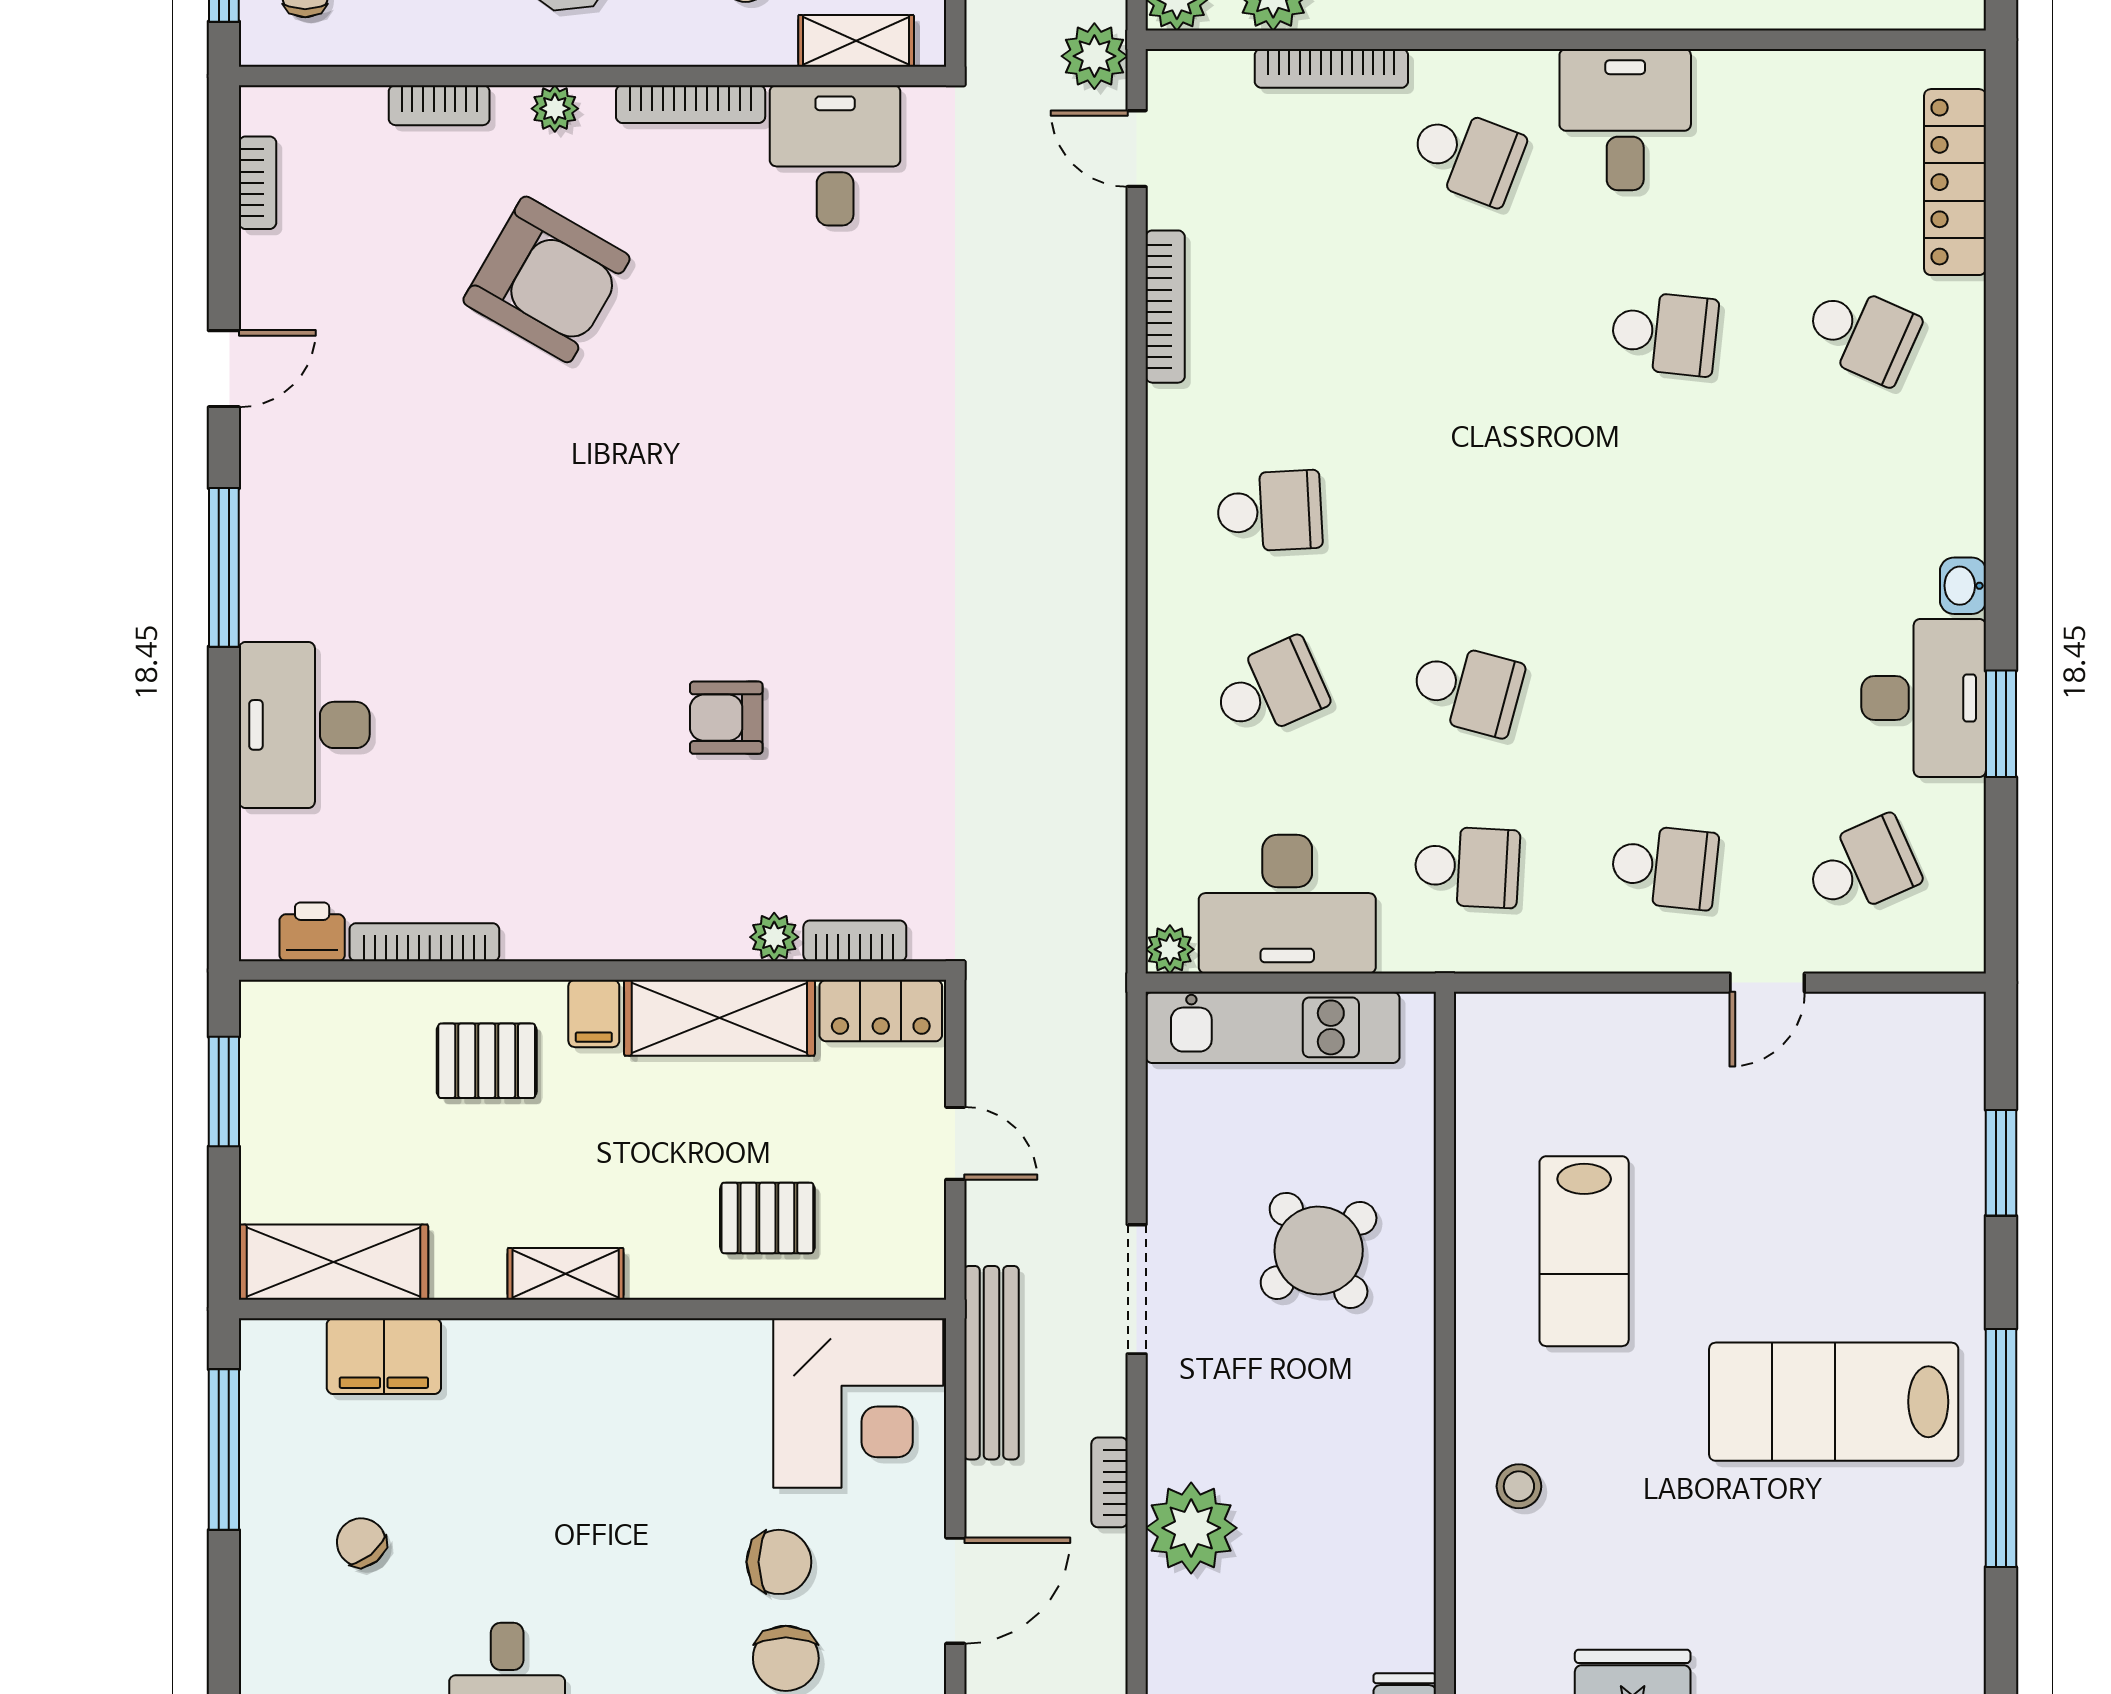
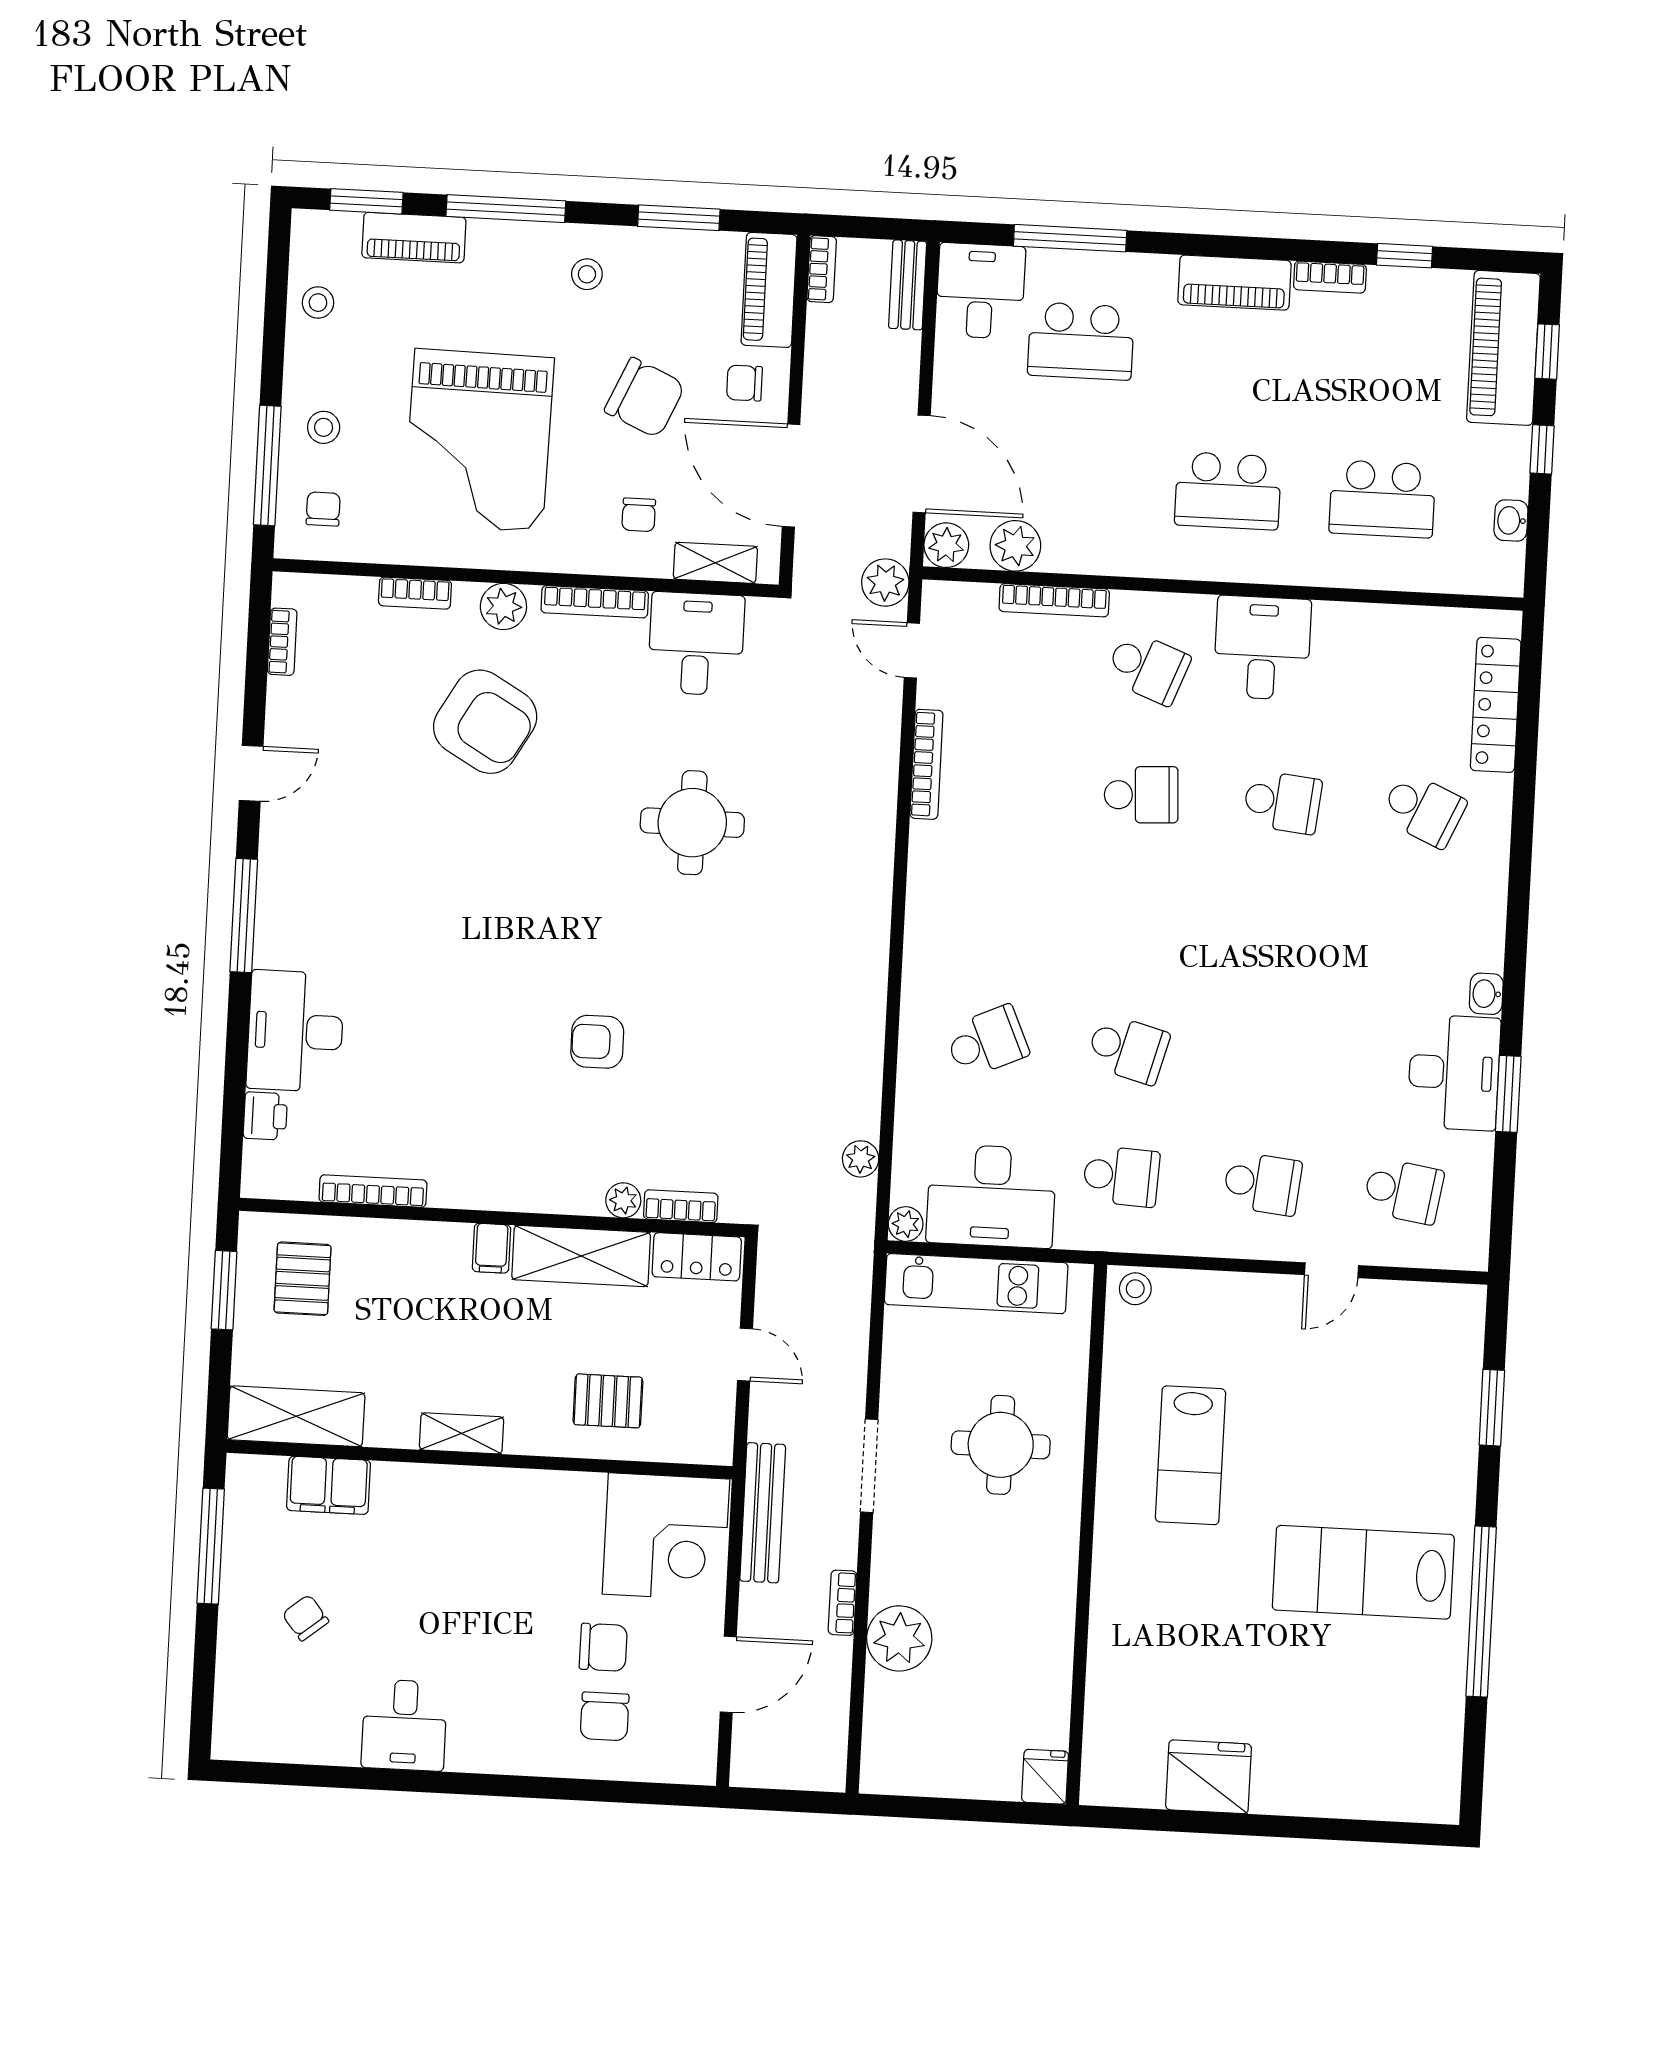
plant: (555, 109) -> (503, 606), width x1.38, depth x1.38
round table: (843, 405) -> (692, 823), added
school desk: (1270, 511) -> (1141, 795), moved
plant: (1102, 862) -> (861, 1159), added
school desk: (1862, 867) -> (1403, 1191), turned 33
printer: (312, 932) -> (265, 1116), moved, turned 90
pallet: (487, 1061) -> (303, 1279), moved, turned 90
round table: (1319, 1250) -> (1001, 1445), turned 38
stool: (1519, 1486) -> (1135, 1289), moved

